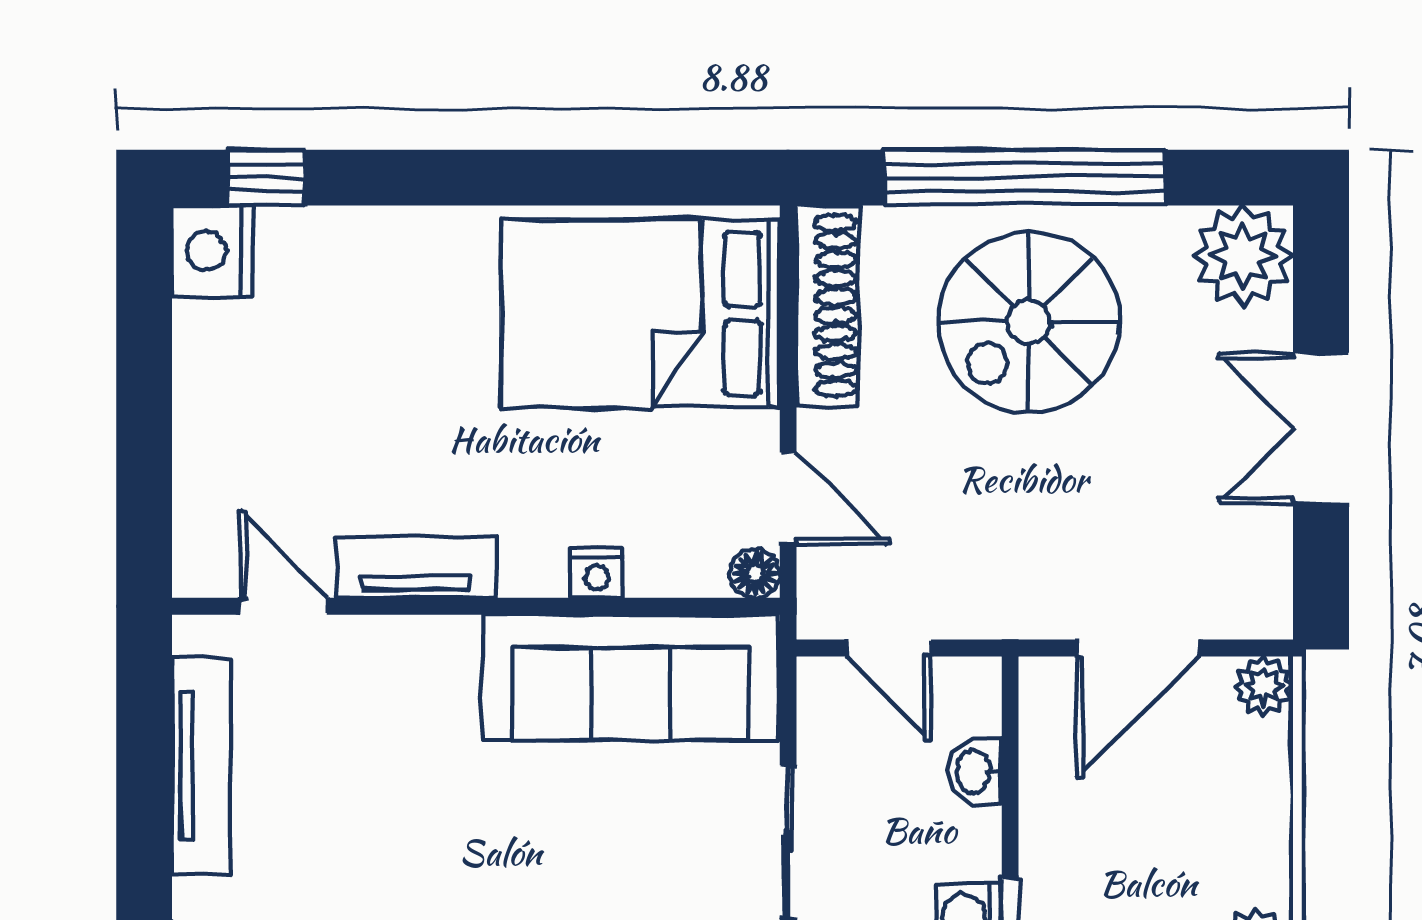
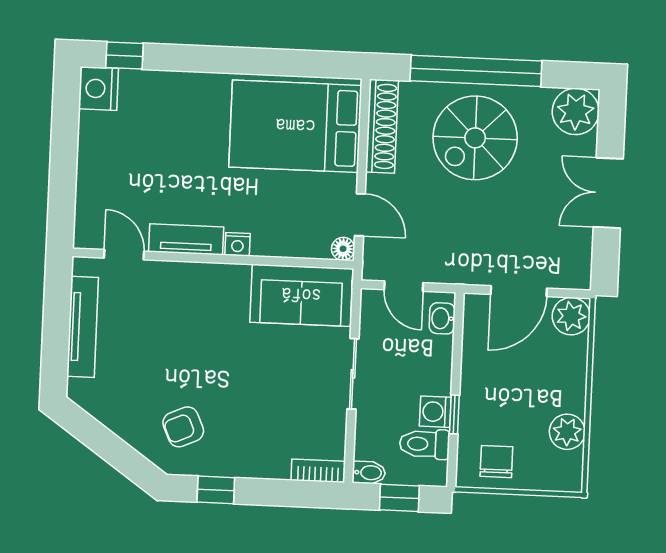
nightstand: (597, 573) -> (237, 244), moved
sofa: (630, 677) -> (301, 295), width x0.73
plant: (1264, 686) -> (571, 316), width x1.38, depth x1.38
washbasin: (975, 771) -> (442, 318), moved

